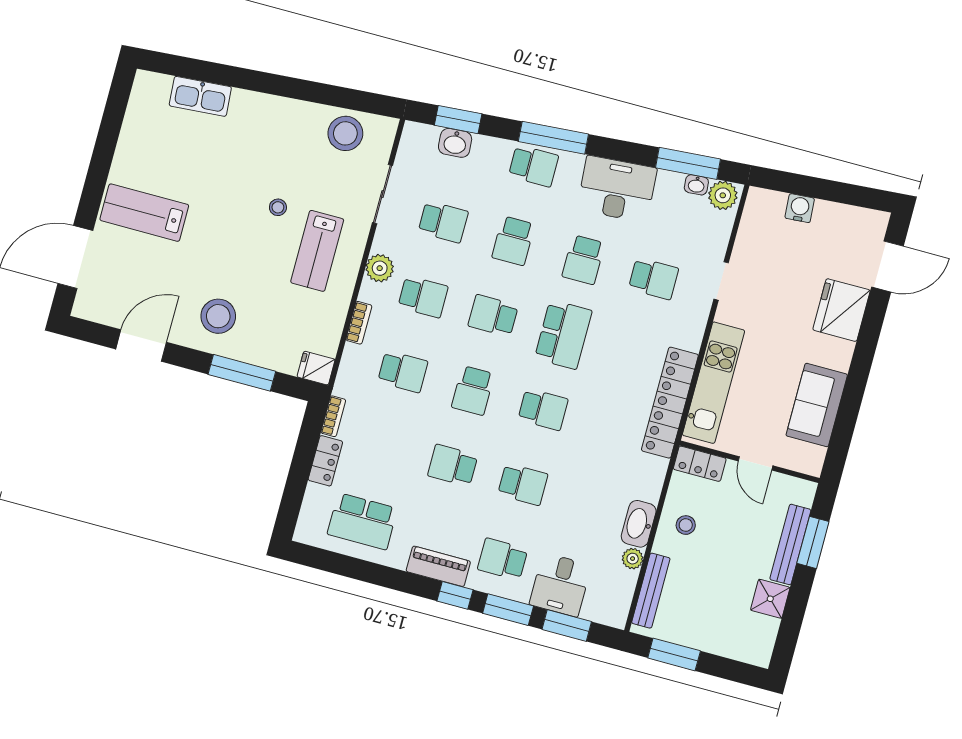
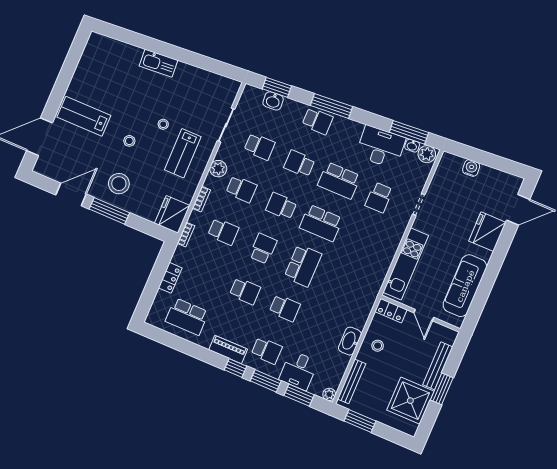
kitchen sink: (200, 96) -> (159, 63), moved
stool: (345, 133) -> (129, 141), moved, width x0.53, depth x0.53
desk: (617, 189) -> (381, 147), moved
school desk: (513, 241) -> (299, 164), turned 90
school desk: (583, 260) -> (339, 181), width x1.85
school desk: (654, 279) -> (379, 198), turned 90
school desk: (563, 335) -> (321, 223), turned 90
fridge: (316, 368) -> (172, 214), width x1.88, depth x1.34
window: (242, 373) -> (109, 211), moved
school desk: (473, 391) -> (263, 249), turned 180
locker: (670, 403) -> (378, 272), removed
sofa: (817, 405) -> (465, 286), width x1.36
school desk: (543, 409) -> (303, 266), width x1.85
bookcase: (333, 416) -> (186, 235), moved
school desk: (453, 465) -> (245, 291), turned 180
window: (813, 542) -> (442, 389), moved
school desk: (503, 559) -> (267, 351), turned 180
plant: (633, 559) -> (329, 394), moved
shower: (770, 599) -> (410, 401), width x1.86, depth x1.86

